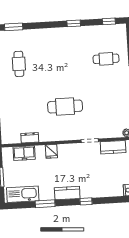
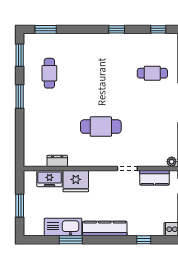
fridge: (51, 151) -> (76, 181), width x1.88, depth x1.34
kitchen counter: (67, 193) -> (105, 229), width x1.50
kitchen sink: (23, 194) -> (63, 227), moved
window: (86, 201) -> (144, 240), moved

